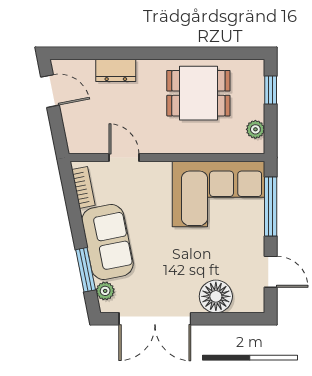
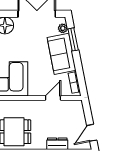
door: (50, 91) -> (92, 133), hinge flipped
door: (124, 158) -> (53, 98), swing flipped

